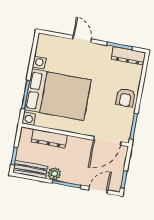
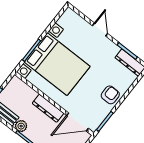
armchair: (125, 98) -> (110, 95), turned 180
dresser: (49, 138) -> (48, 108), moved

